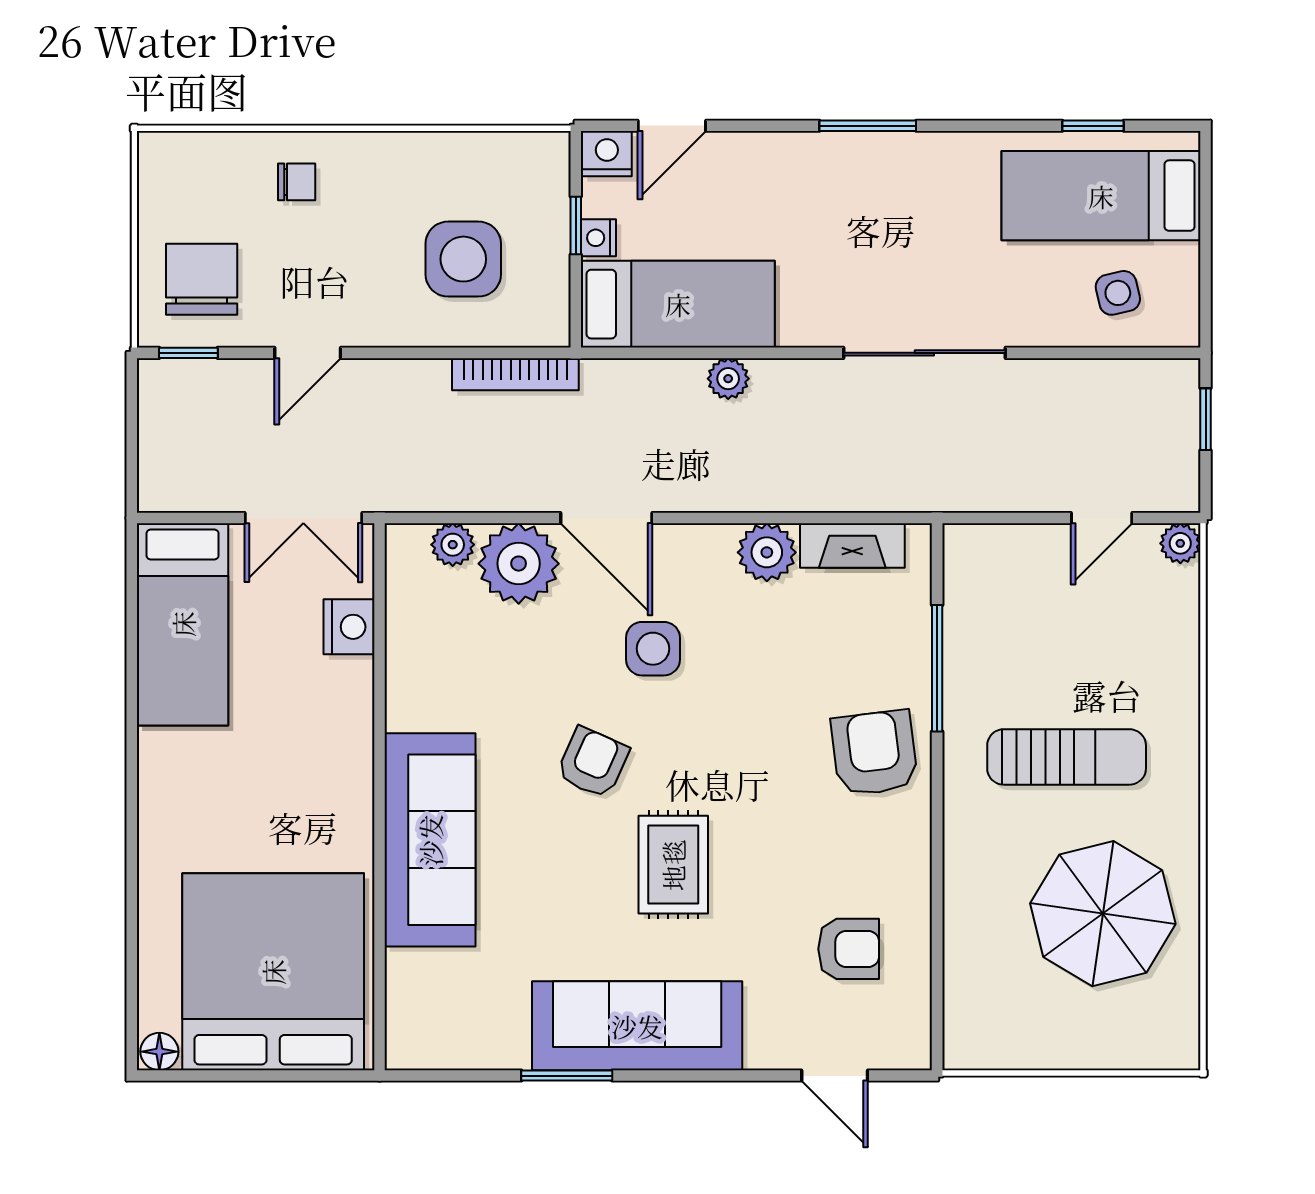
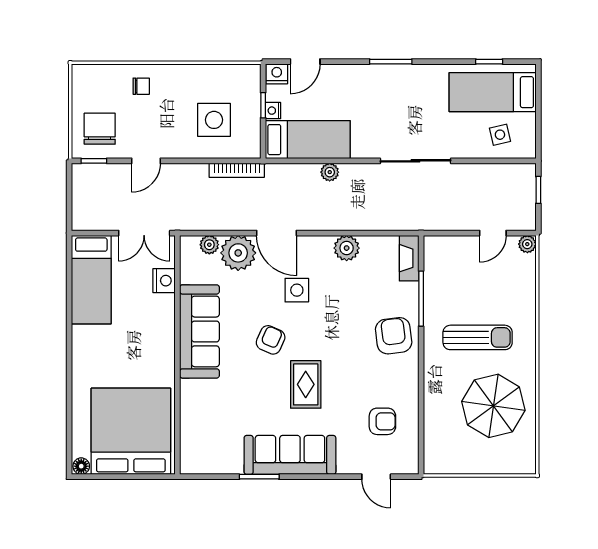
fireplace: (852, 546) -> (409, 258), moved, turned 90
sofa: (430, 840) -> (199, 331), moved

